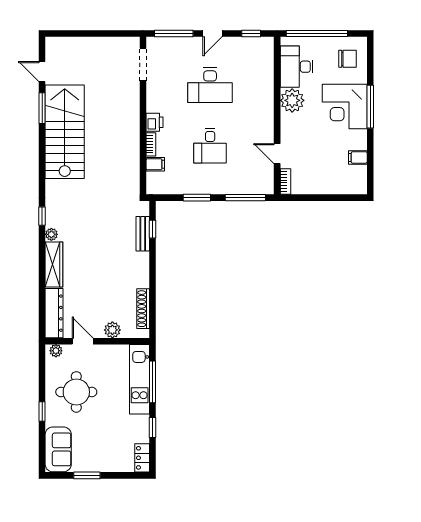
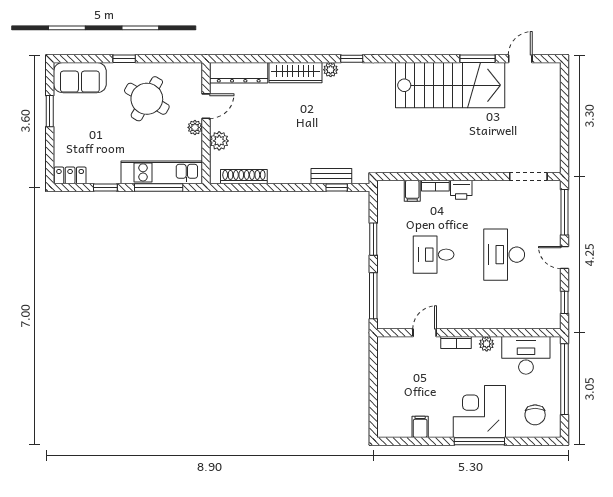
plant: (292, 100) -> (487, 344), width x0.53, depth x0.53
bookcase: (285, 182) -> (456, 342), moved
plant: (56, 351) -> (195, 127), moved
round table: (76, 392) -> (147, 99), turned 30

